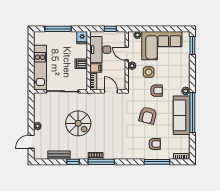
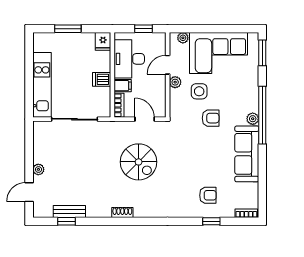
window: (58, 29) -> (68, 29), width x0.69
door: (127, 54) -> (168, 65), hinge flipped
window: (192, 112) -> (262, 115), moved
armchair: (148, 115) -> (198, 154), removed
spiral stairs: (78, 123) -> (139, 162), moved
window: (73, 162) -> (67, 221), moved
window: (101, 162) -> (131, 221), removed
window: (157, 162) -> (211, 221), width x0.46

